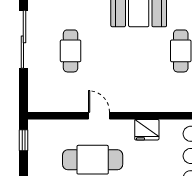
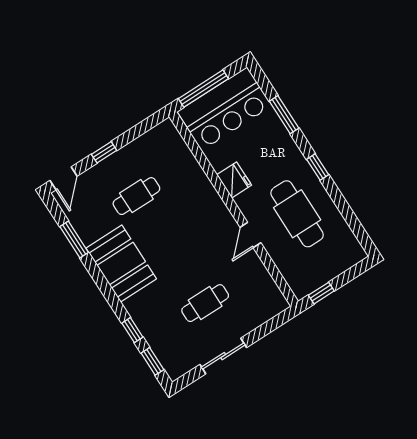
sliding door: (23, 39) -> (223, 356), width x0.73

